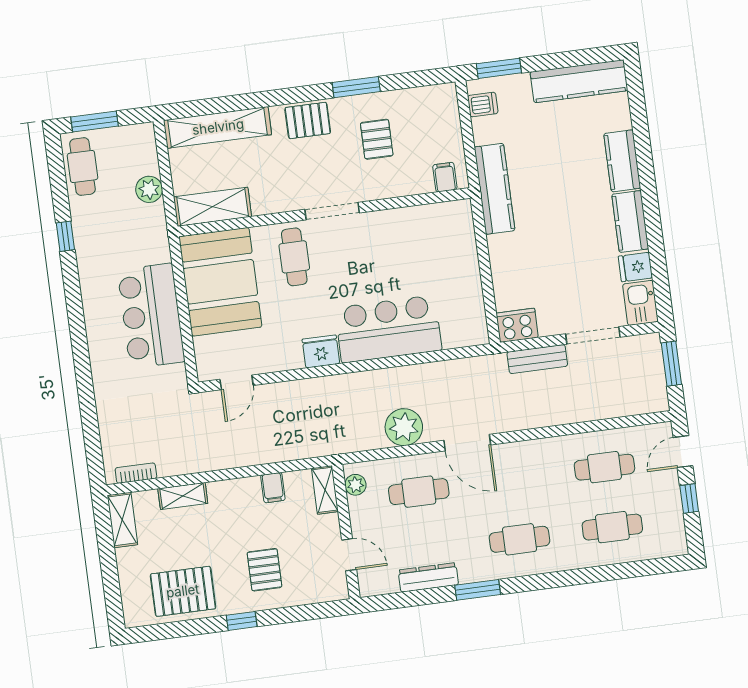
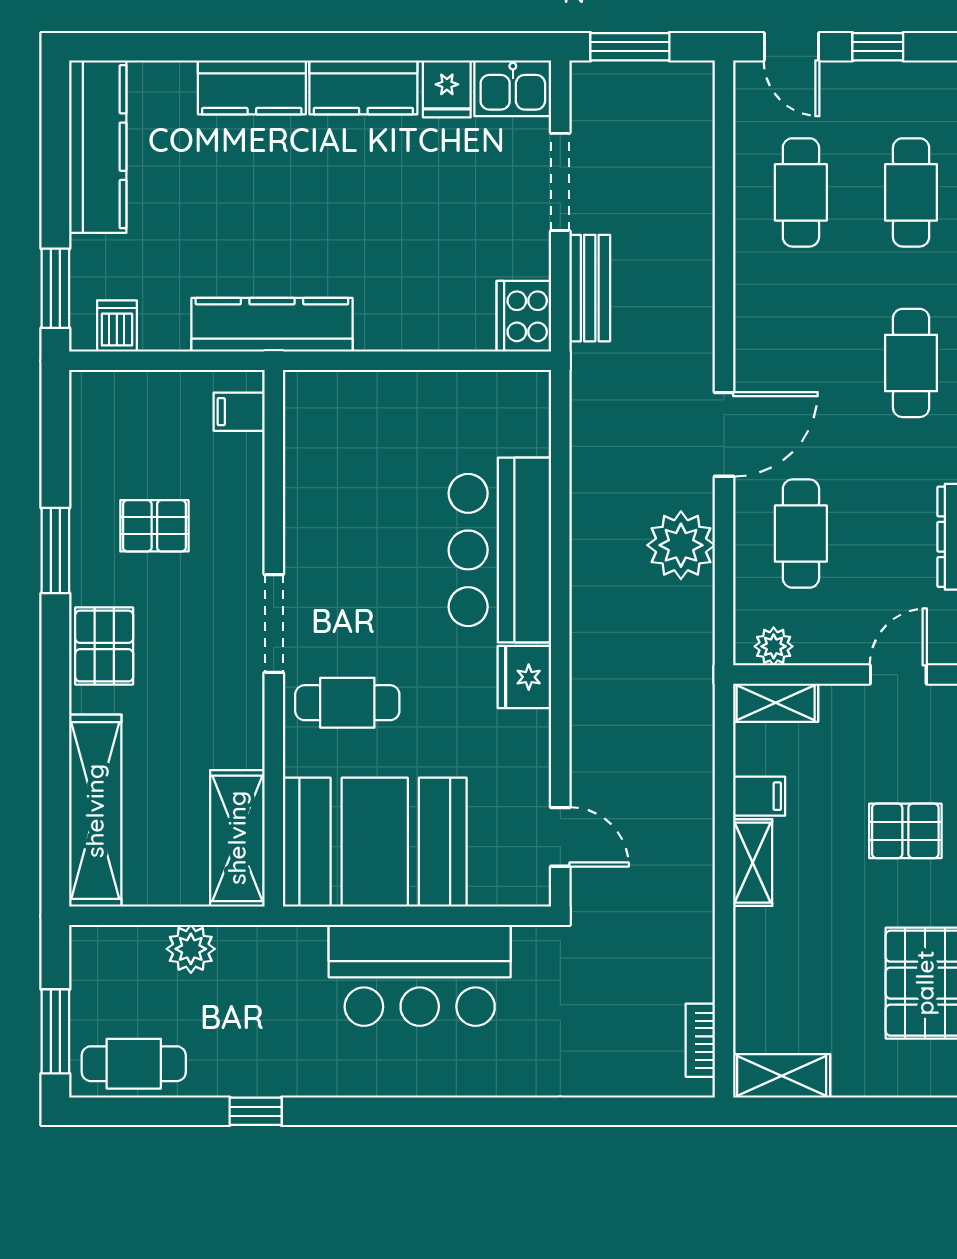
shelving: (183, 496) -> (753, 863), moved

